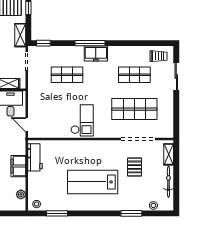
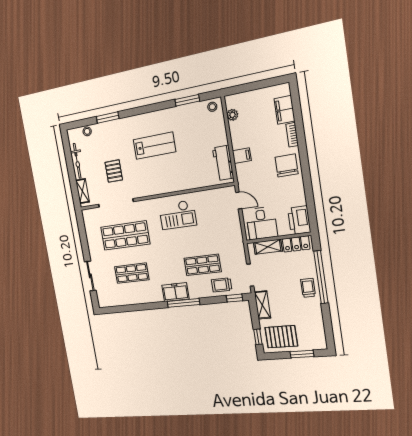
trolley: (159, 56) -> (222, 285), moved
checkout: (82, 120) -> (178, 215), turned -90
filing cabinet: (18, 166) -> (242, 156), width x0.50
lab bench: (93, 182) -> (154, 146), width x0.73, depth x0.72

